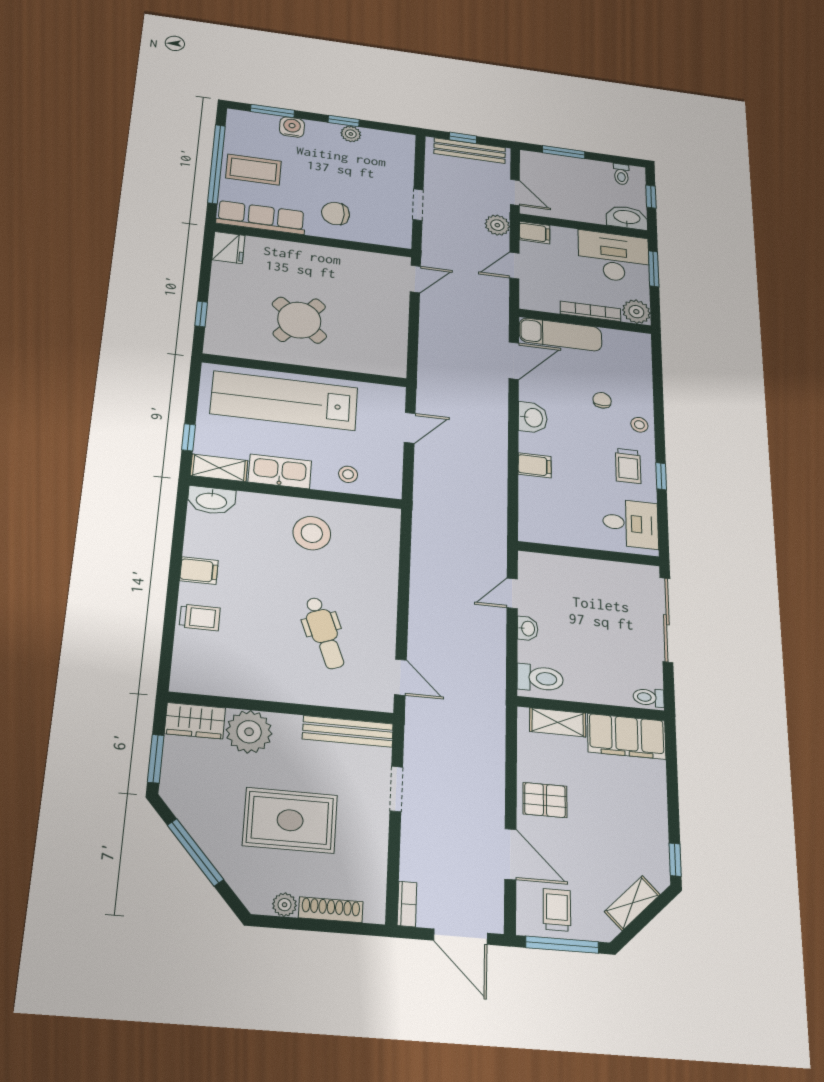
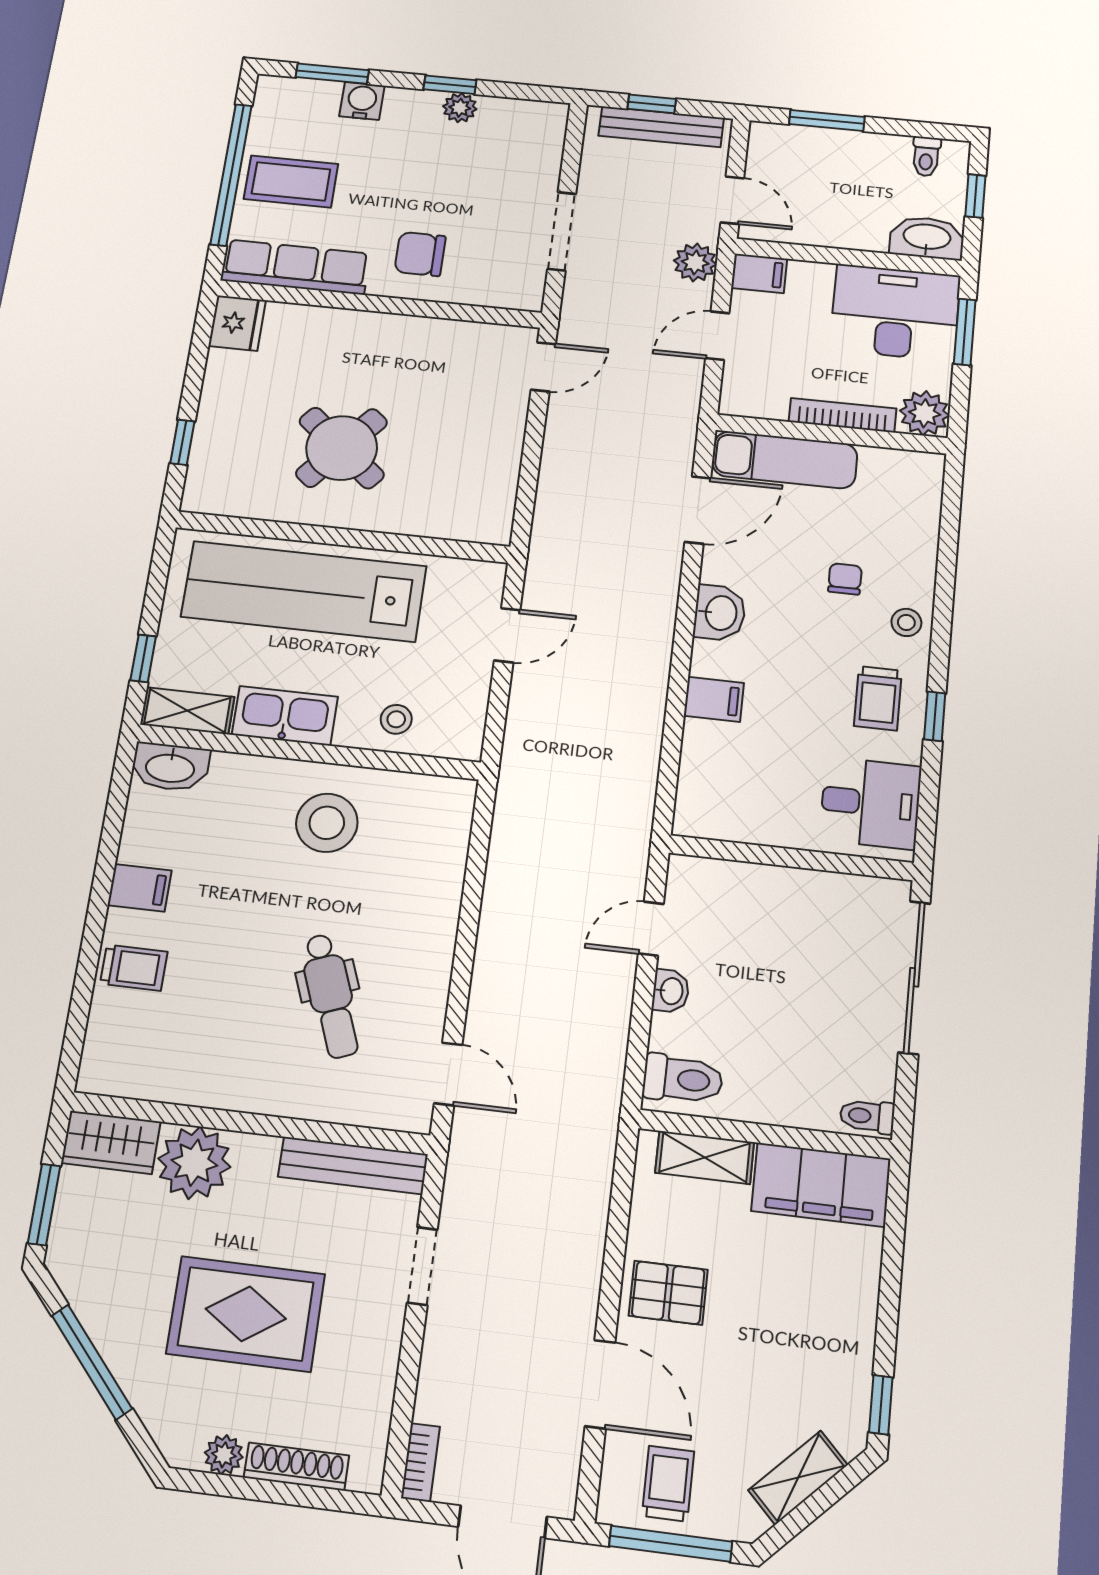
doorway: (418, 205) -> (562, 231), width x1.38

